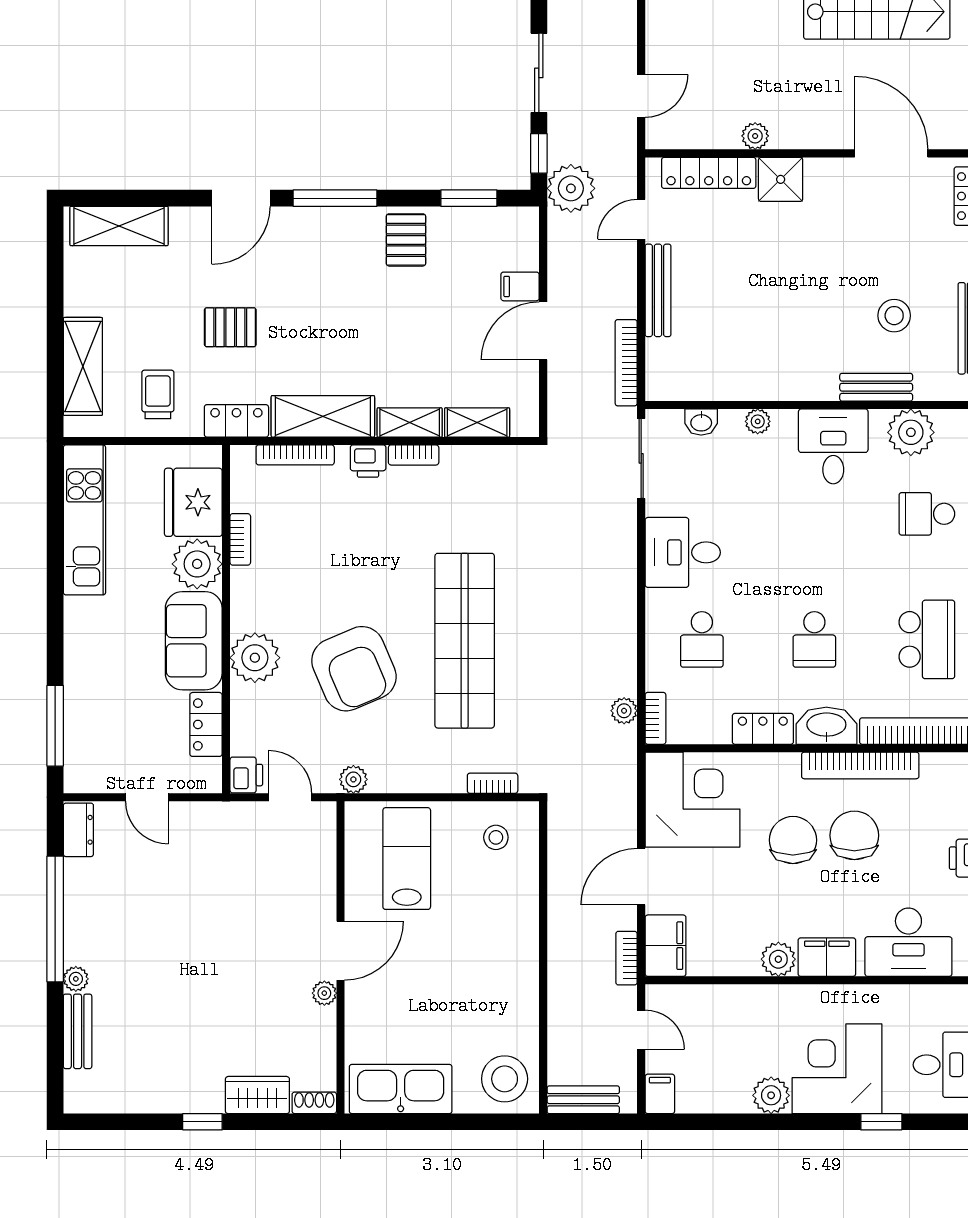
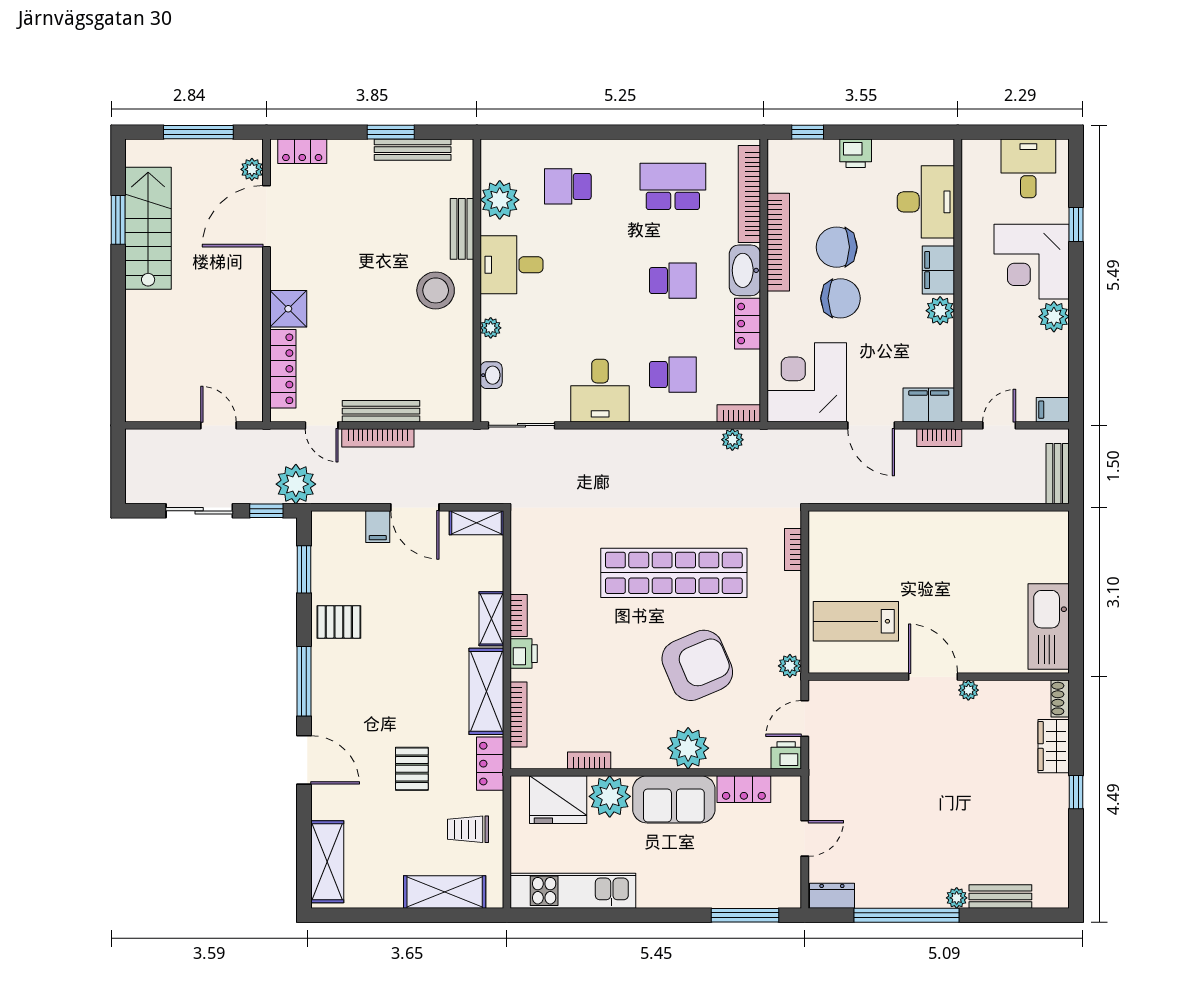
plant: (755, 136) -> (252, 169), moved
stool: (894, 316) -> (436, 290), moved, width x1.38, depth x1.38
bookcase: (626, 363) -> (378, 438), moved
shelving: (477, 422) -> (477, 523), moved, turned 90
school desk: (927, 514) -> (568, 186), turned 90
stool: (496, 837) -> (838, 547), removed
chair: (793, 840) -> (841, 298), turned 180
stool: (505, 1079) -> (1040, 539), removed

